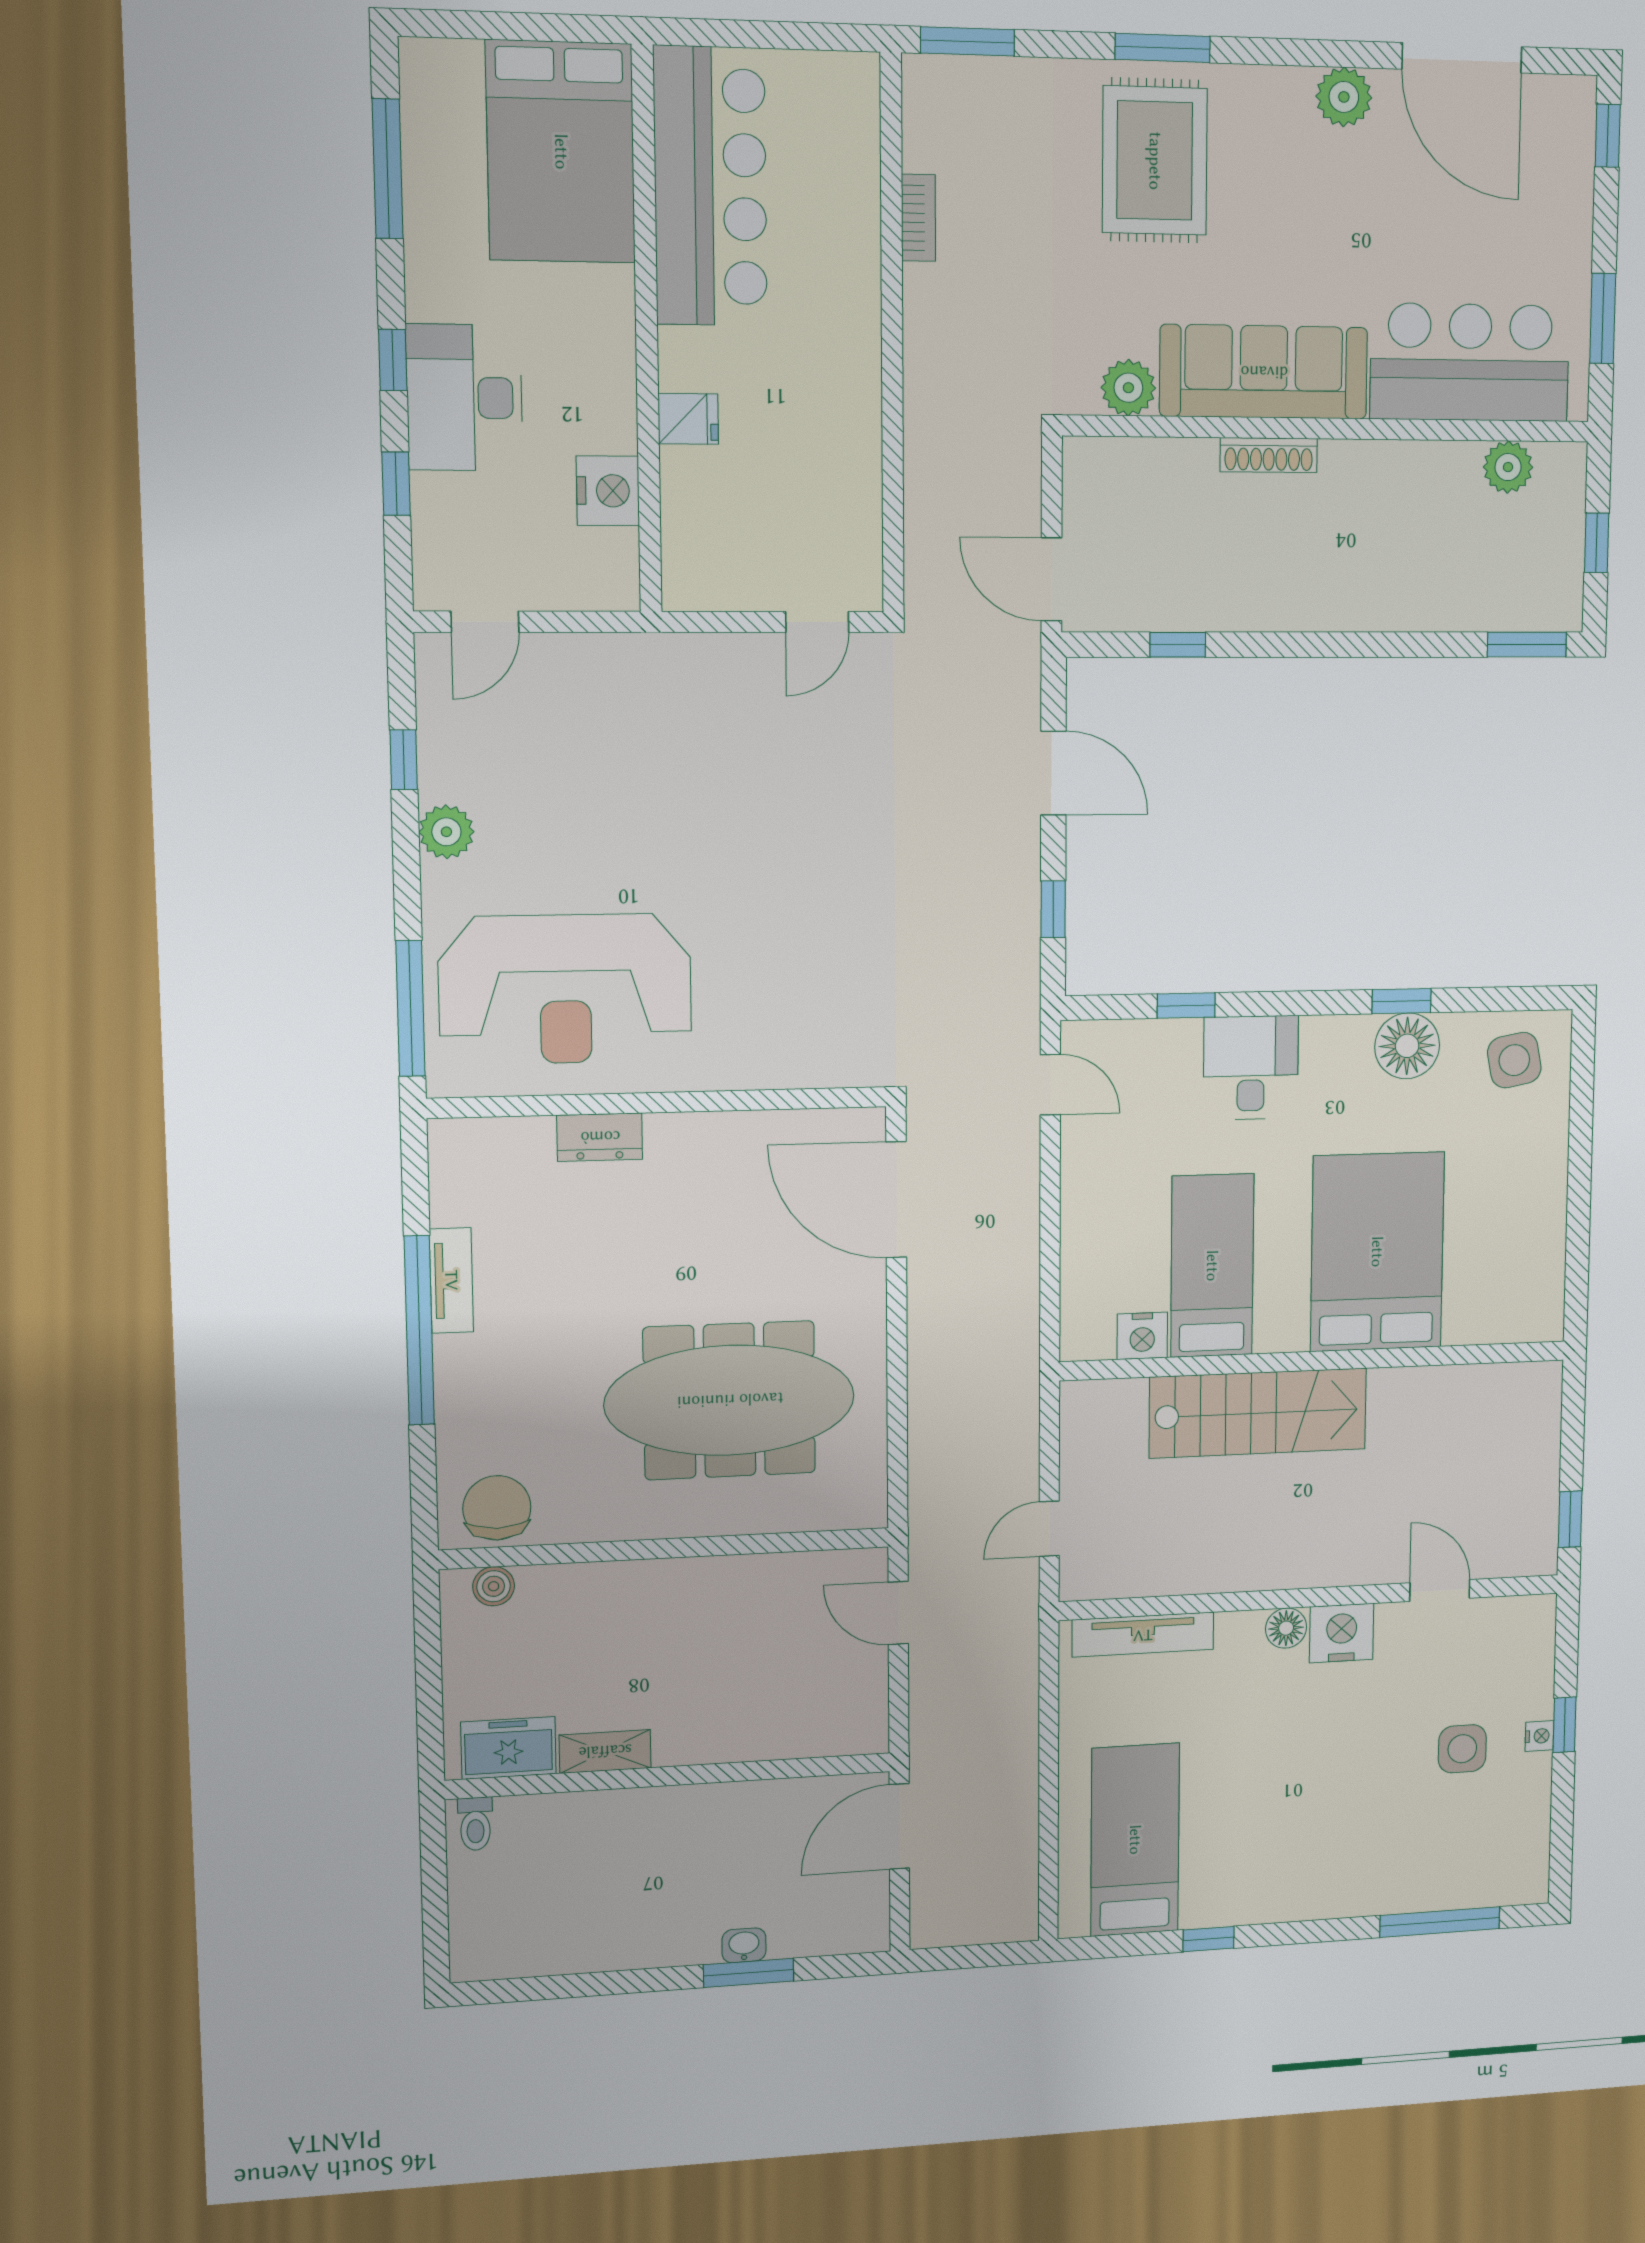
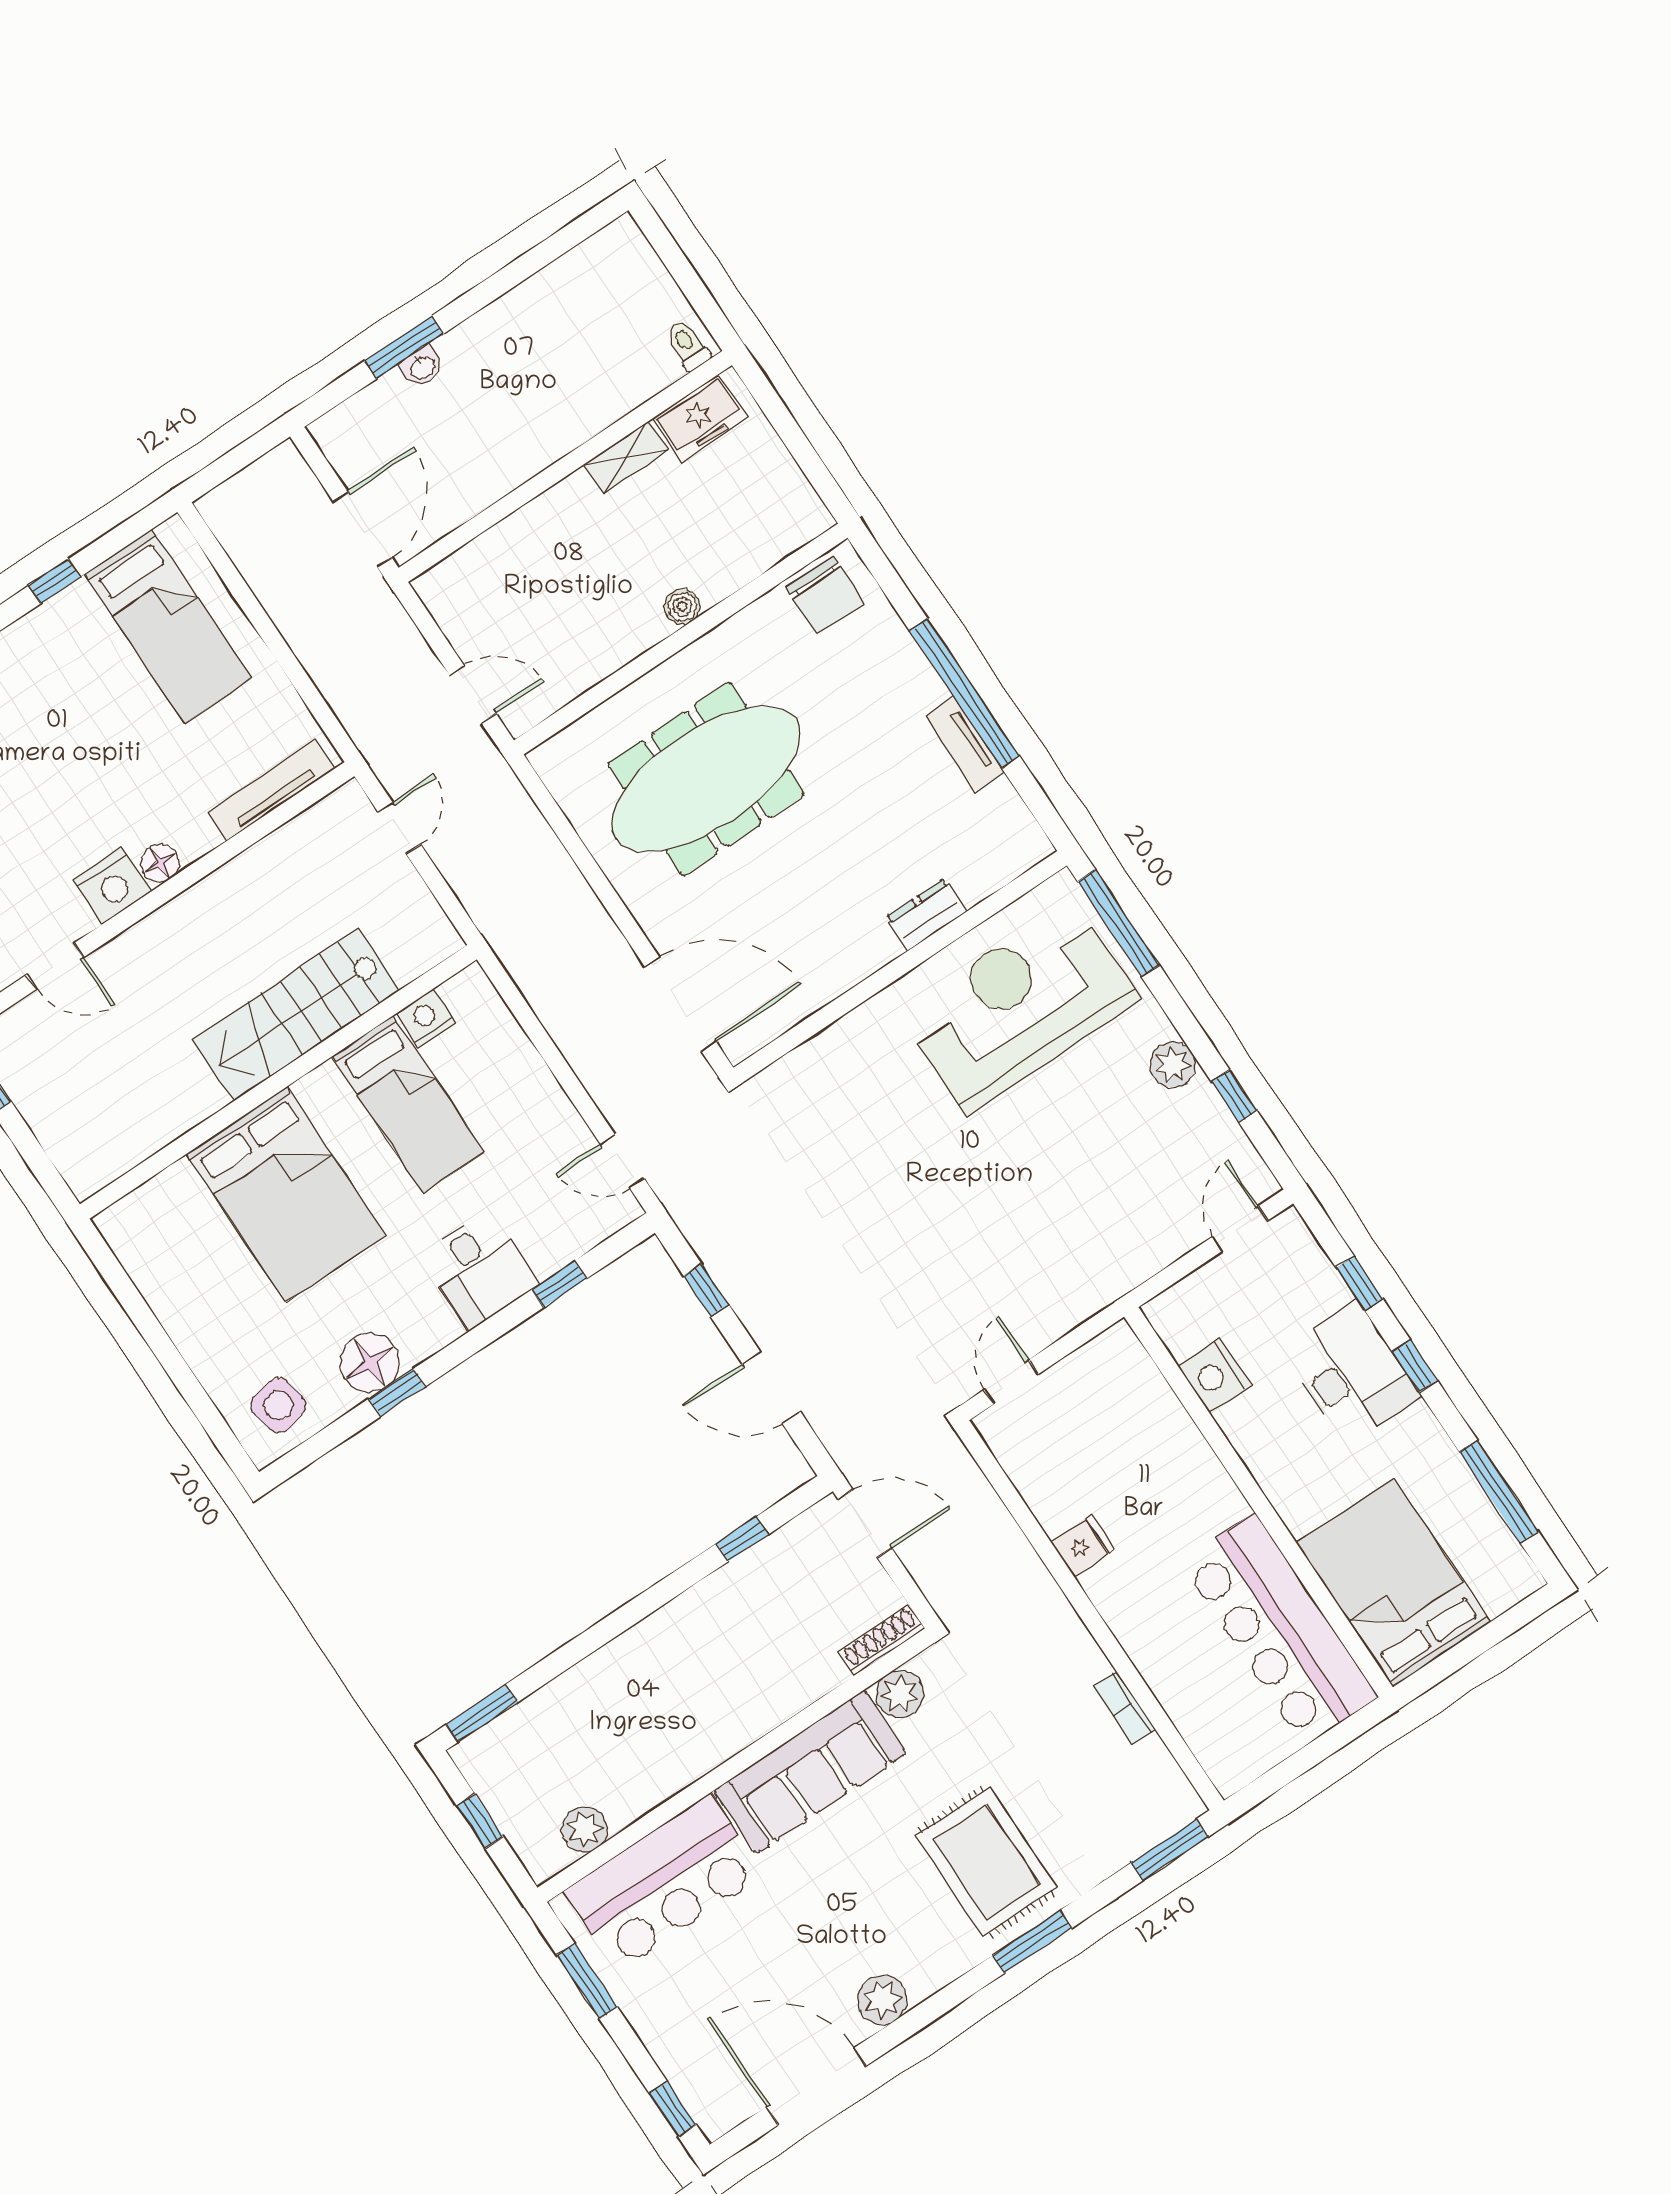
fridge: (688, 419) -> (1083, 1546), moved, turned 180
shoe rack: (1269, 455) -> (881, 1640), moved
boiler: (494, 1586) -> (682, 607), moved

